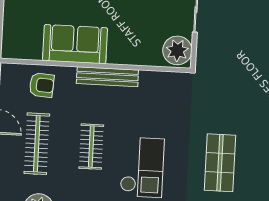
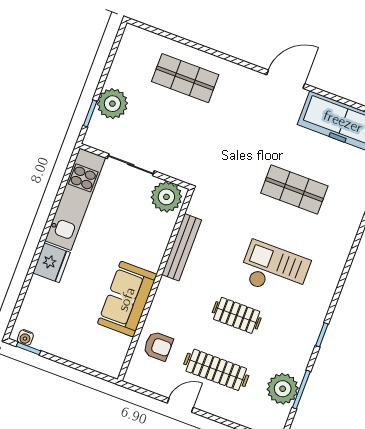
bench: (107, 77) -> (182, 247), moved
armchair: (42, 85) -> (158, 346), turned 86

